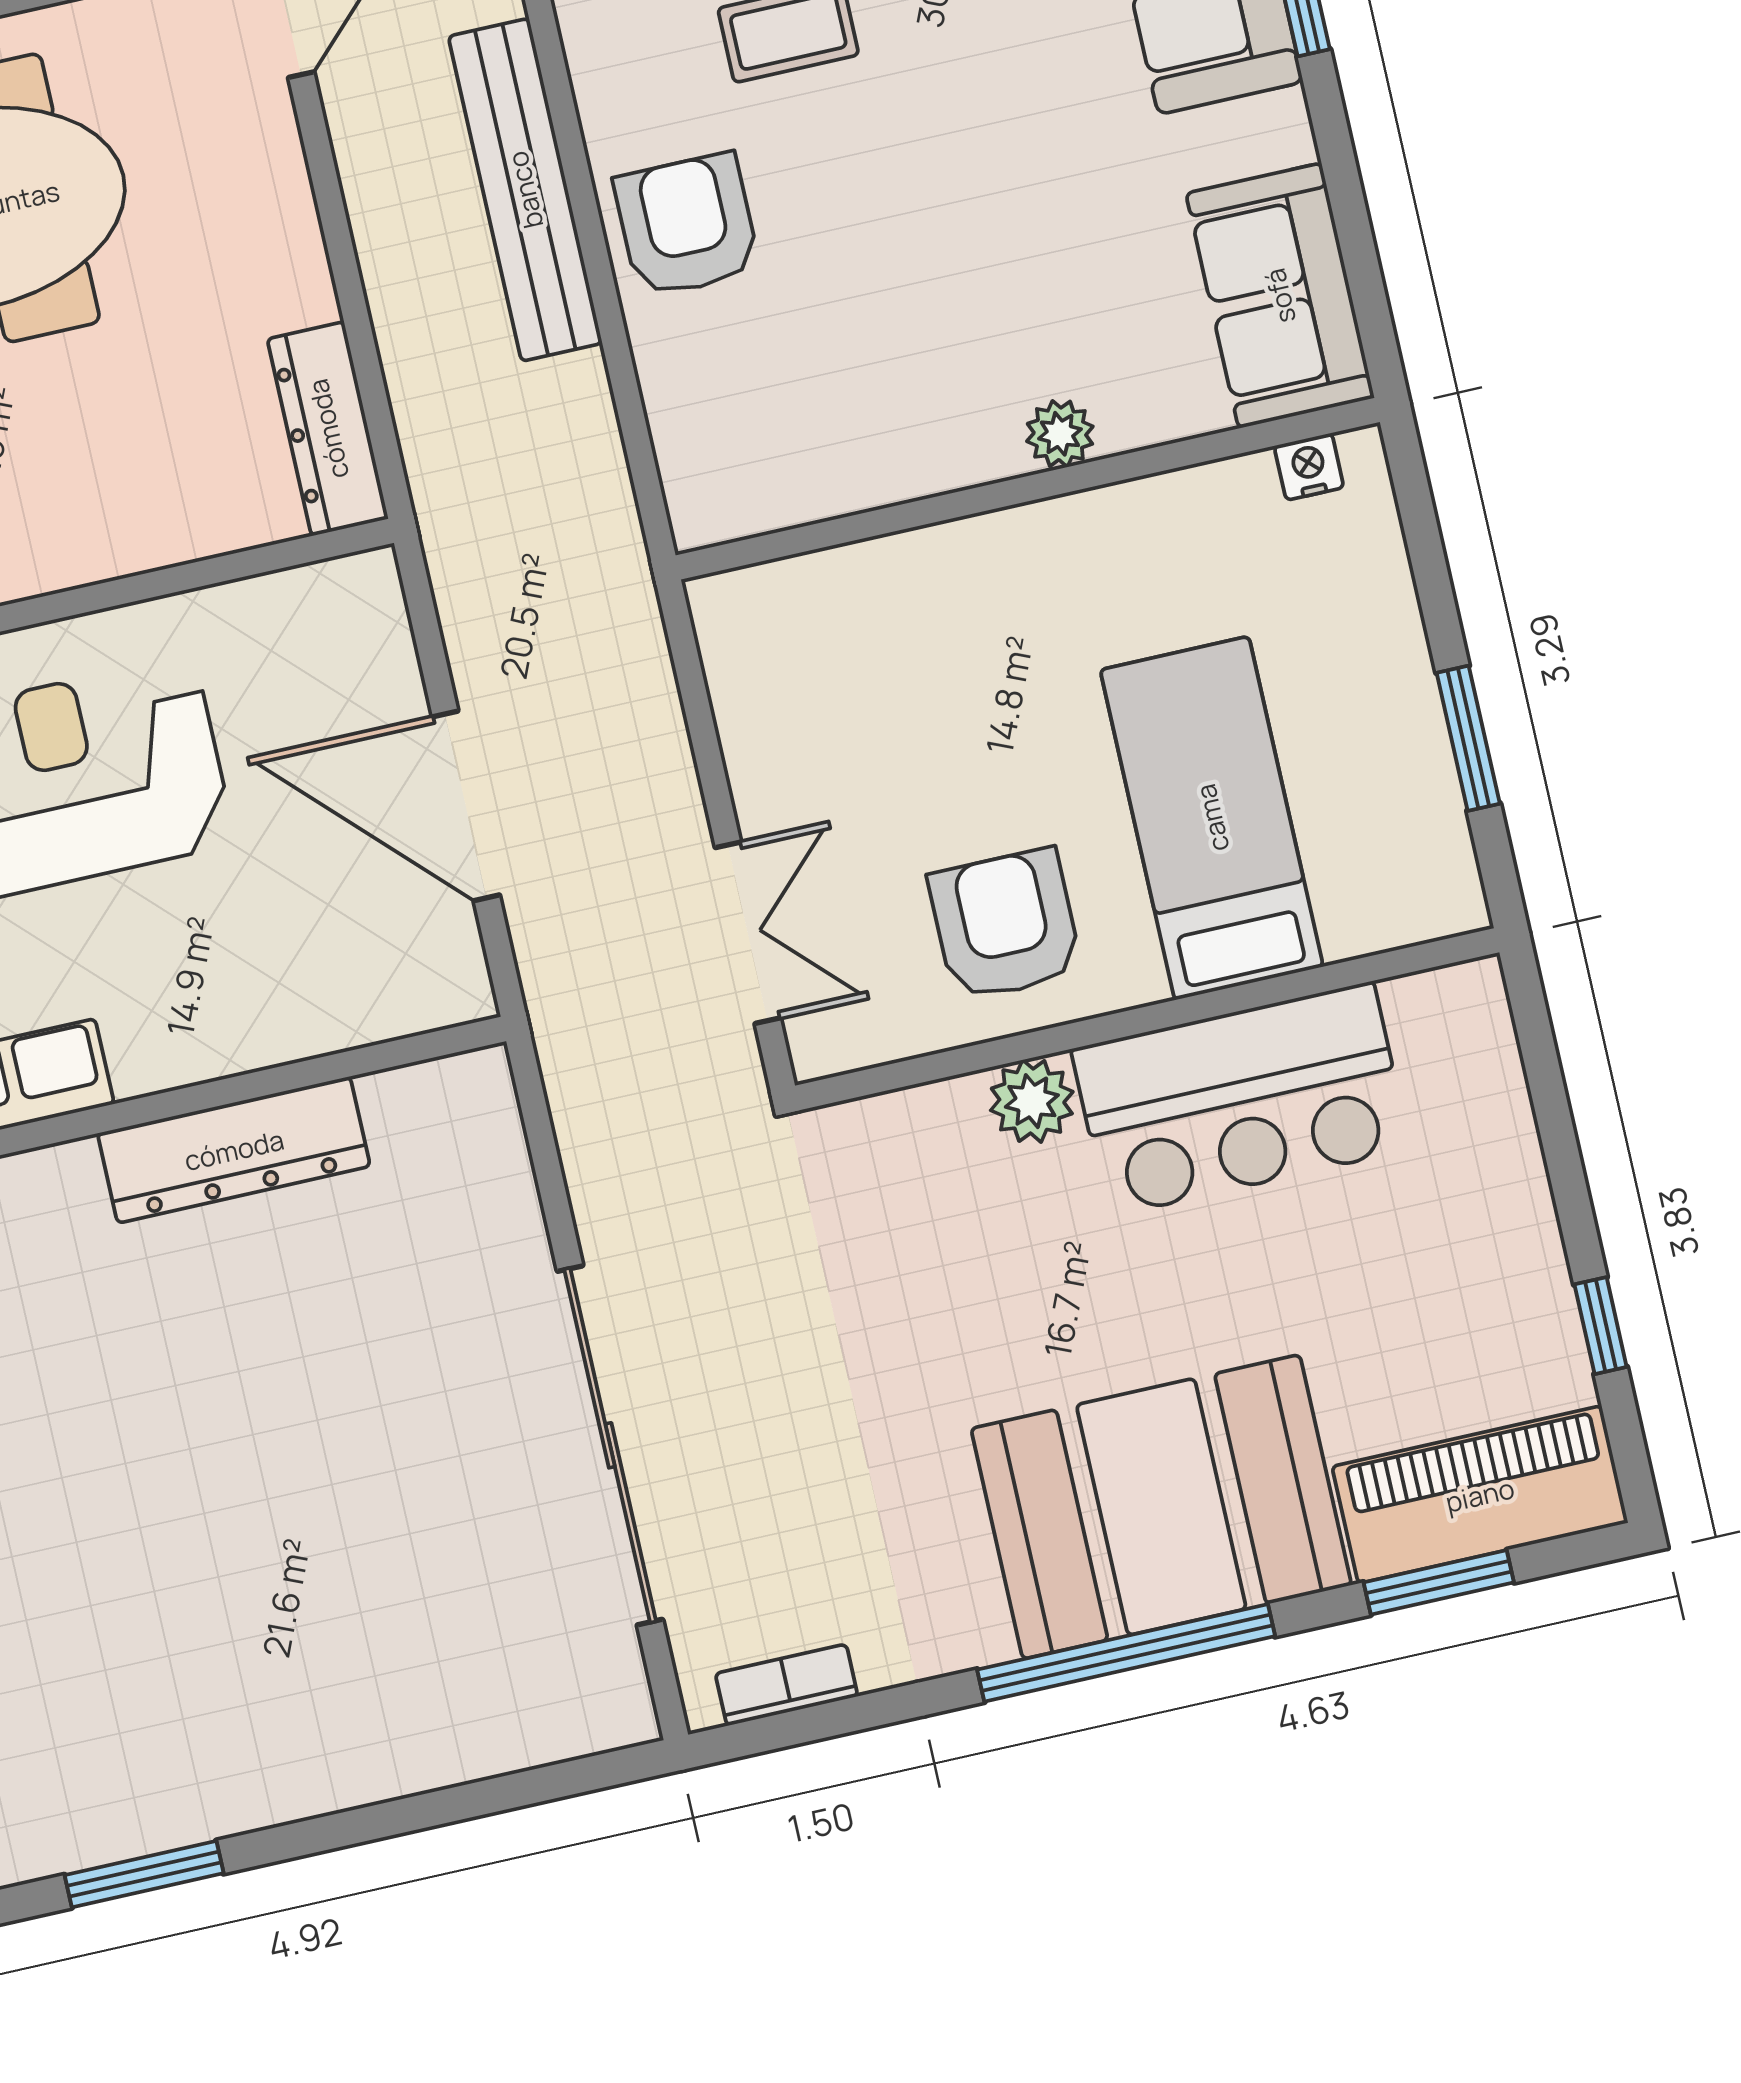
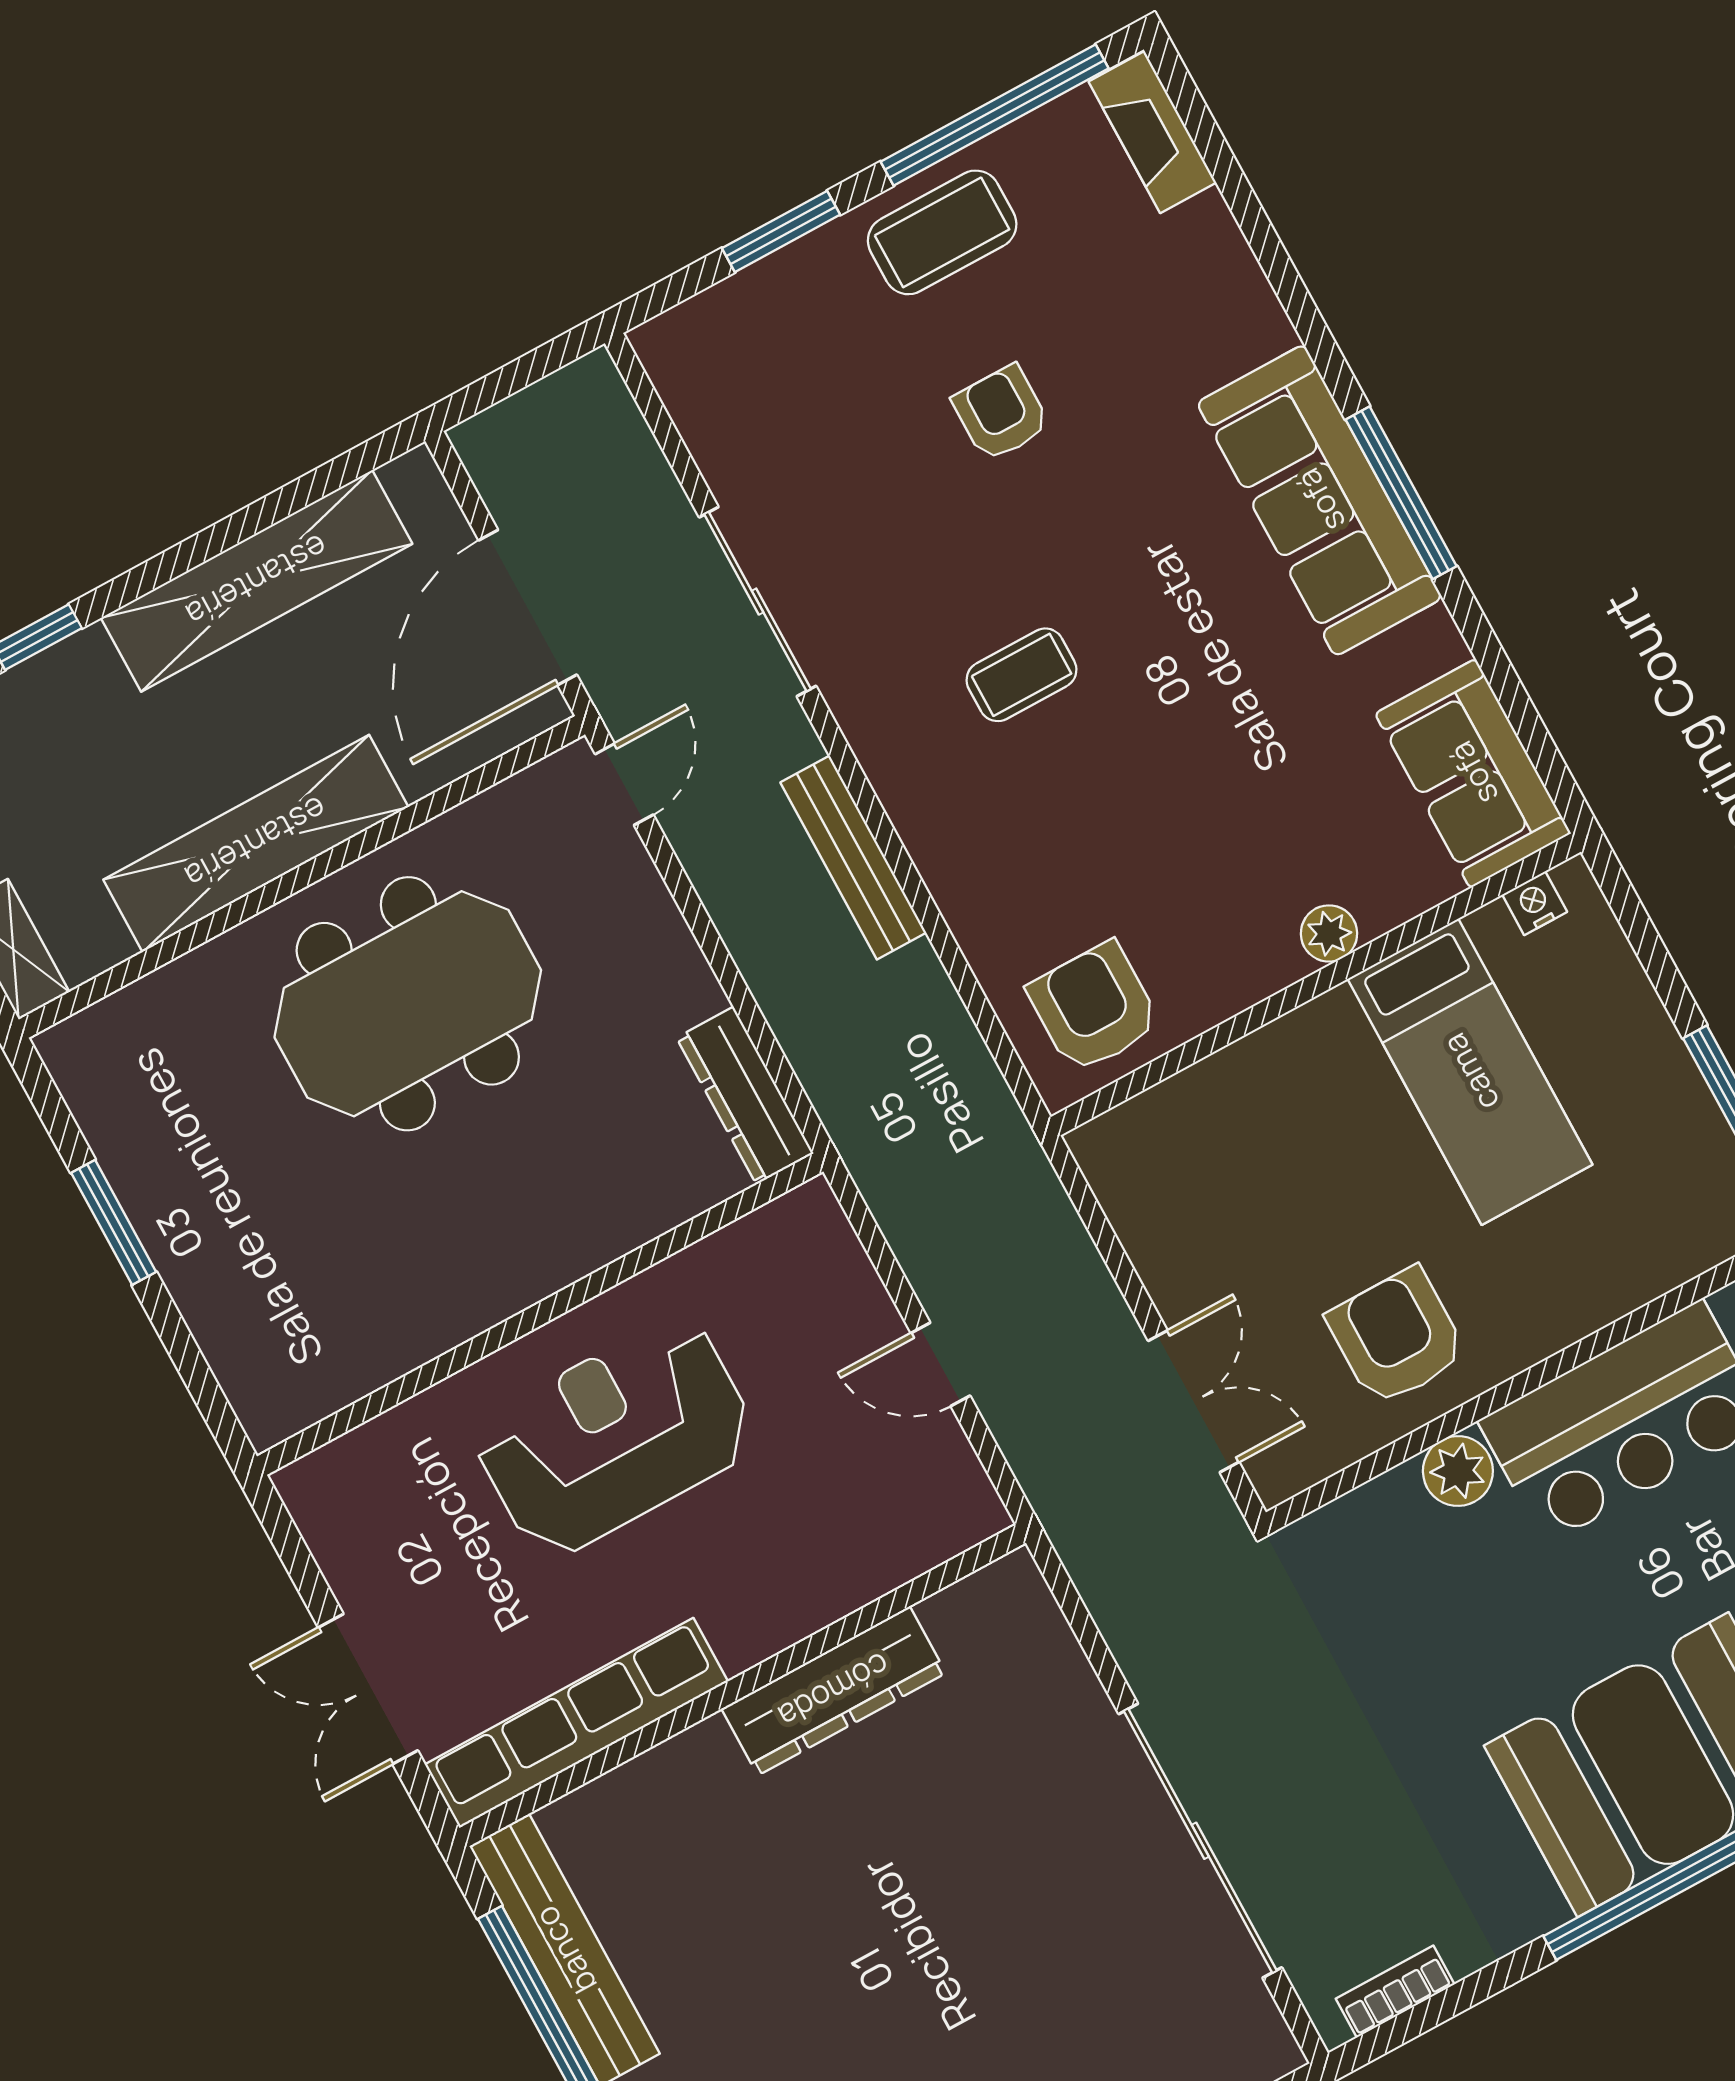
bench: (525, 190) -> (853, 858), width x0.73, depth x0.82
armchair: (687, 225) -> (1094, 1007), moved
door: (466, 806) -> (940, 1364), width x0.53
bed: (1212, 818) -> (1470, 1072), moved, turned 180

